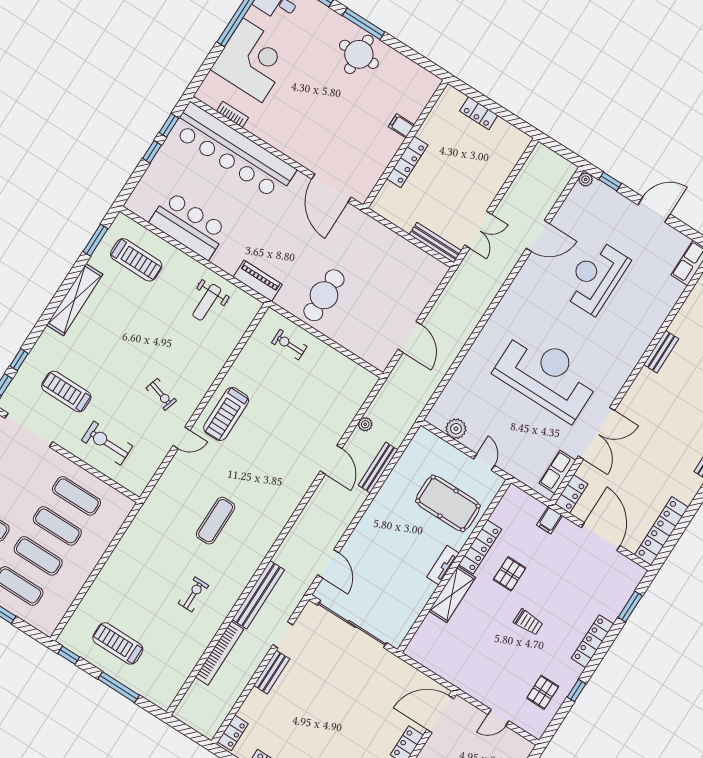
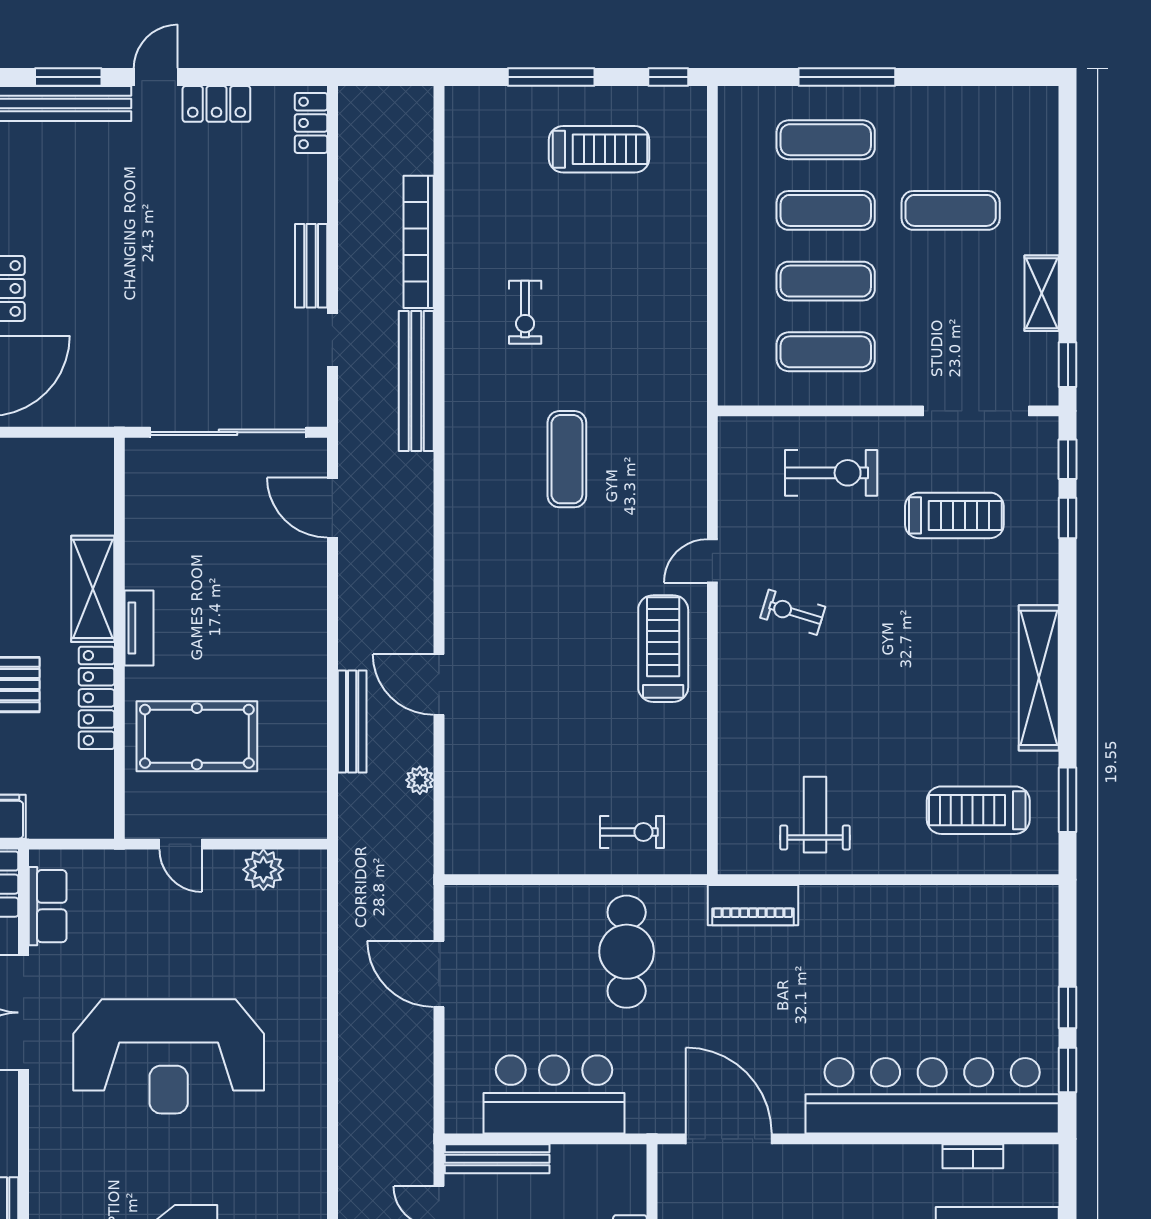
bar counter: (189, 225) -> (554, 1094), moved, turned 180

